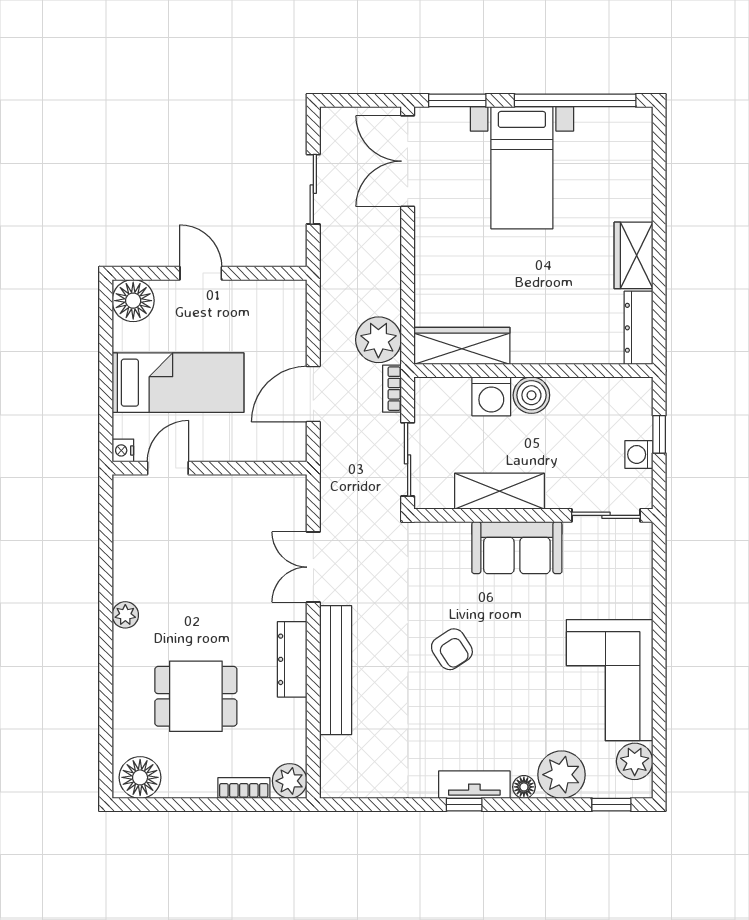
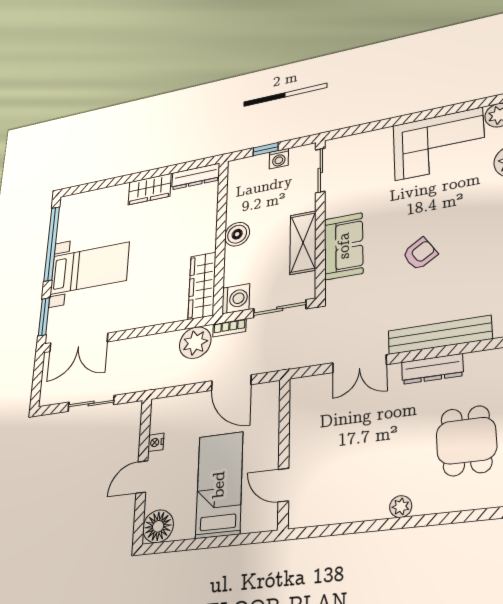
washing machine: (491, 396) -> (236, 299), moved
nightstand: (123, 450) -> (156, 442), moved, turned 90
sofa: (517, 548) -> (344, 246), moved

